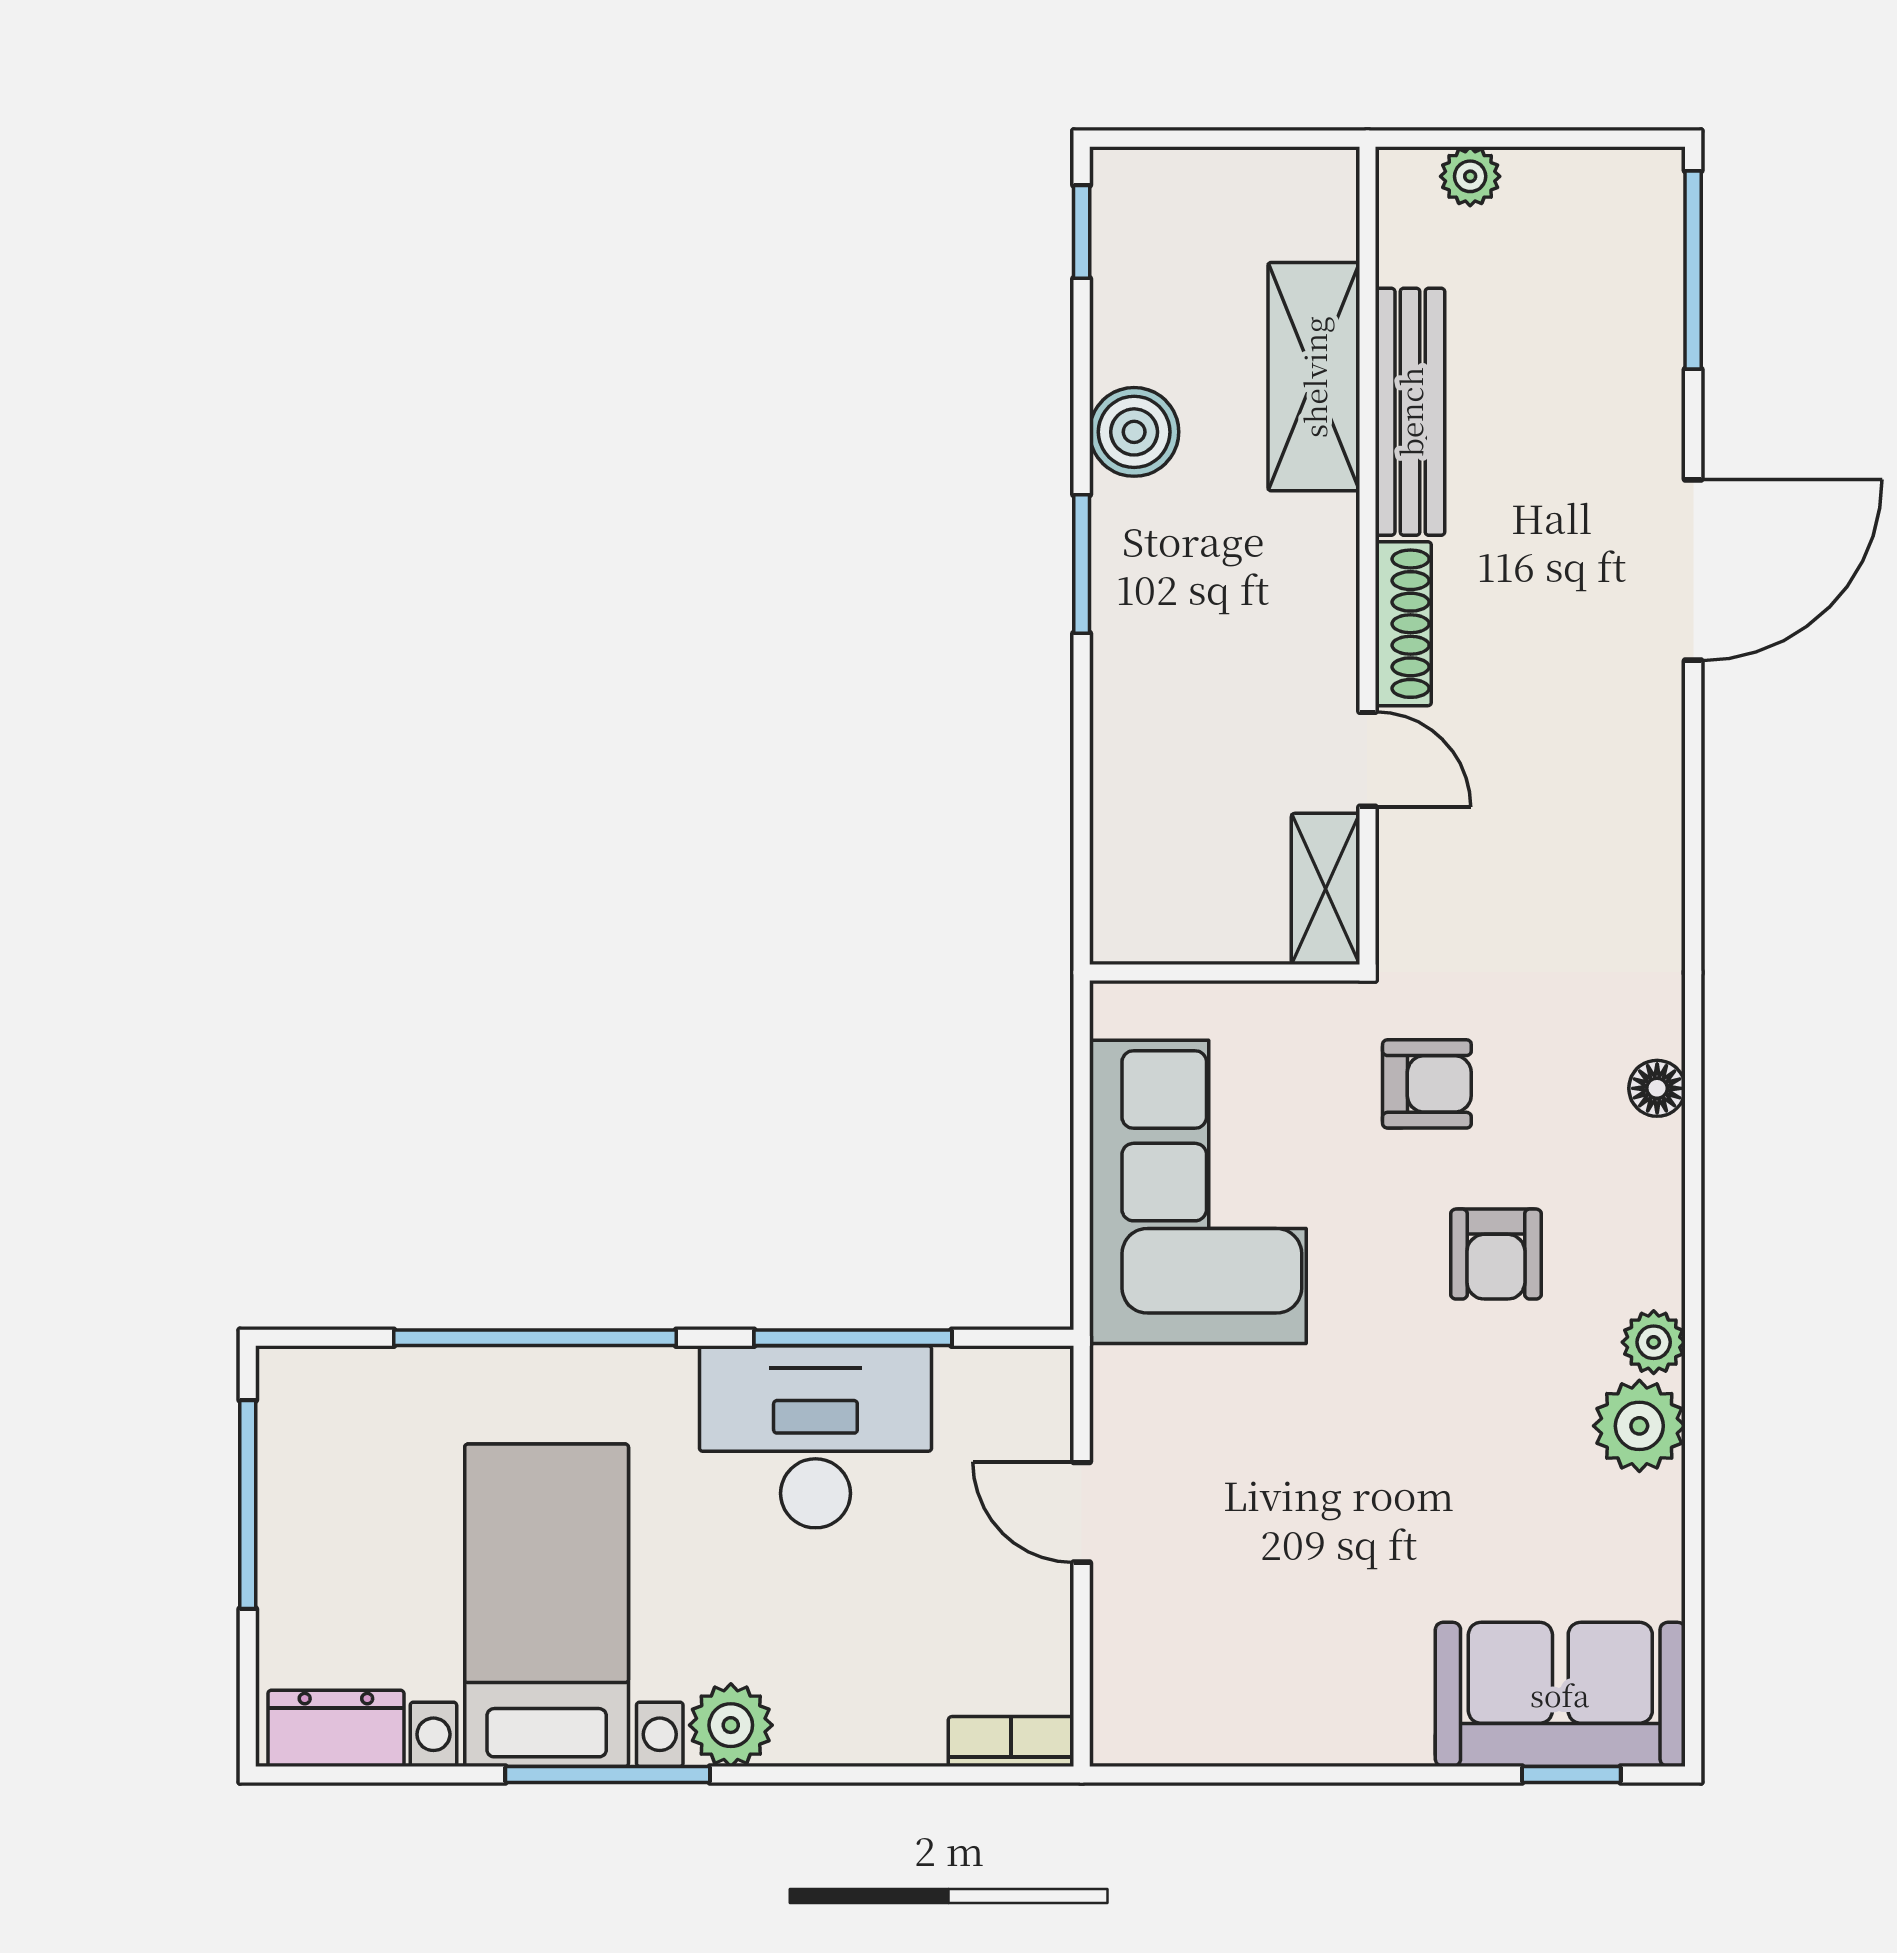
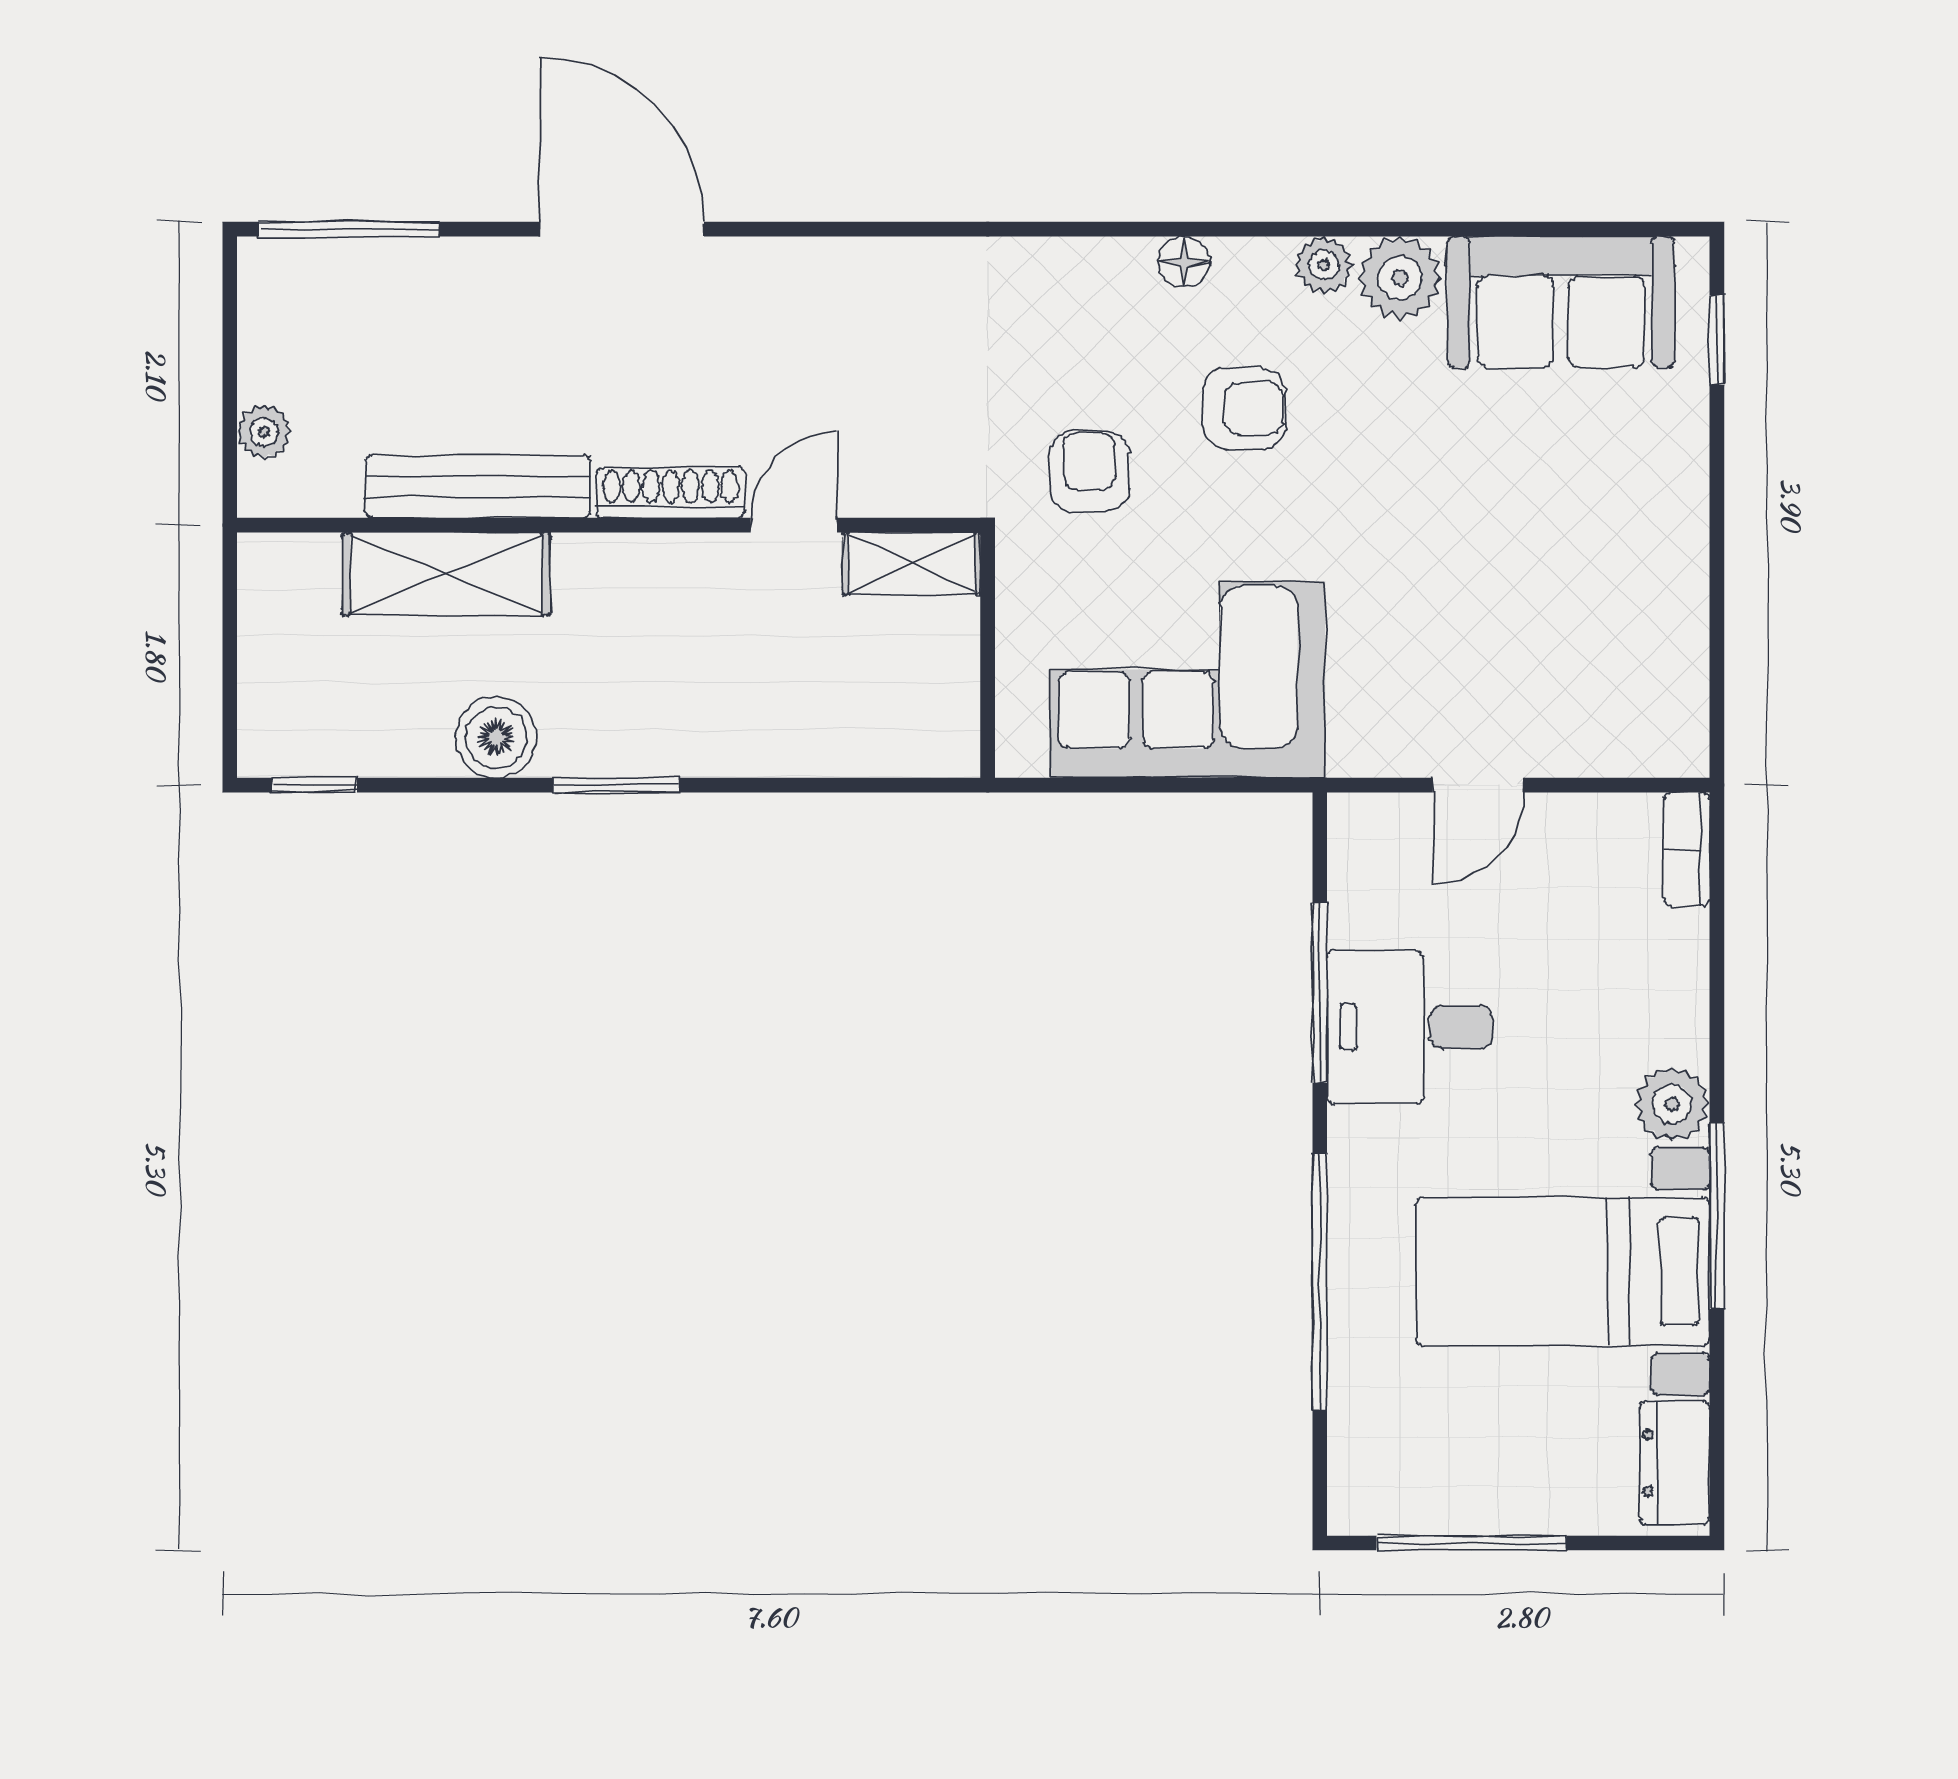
floor lamp: (1657, 1088) -> (1184, 262), moved
desk: (815, 1437) -> (1410, 1027), width x0.73
sofa: (1560, 1694) -> (1561, 302), moved, turned -90

